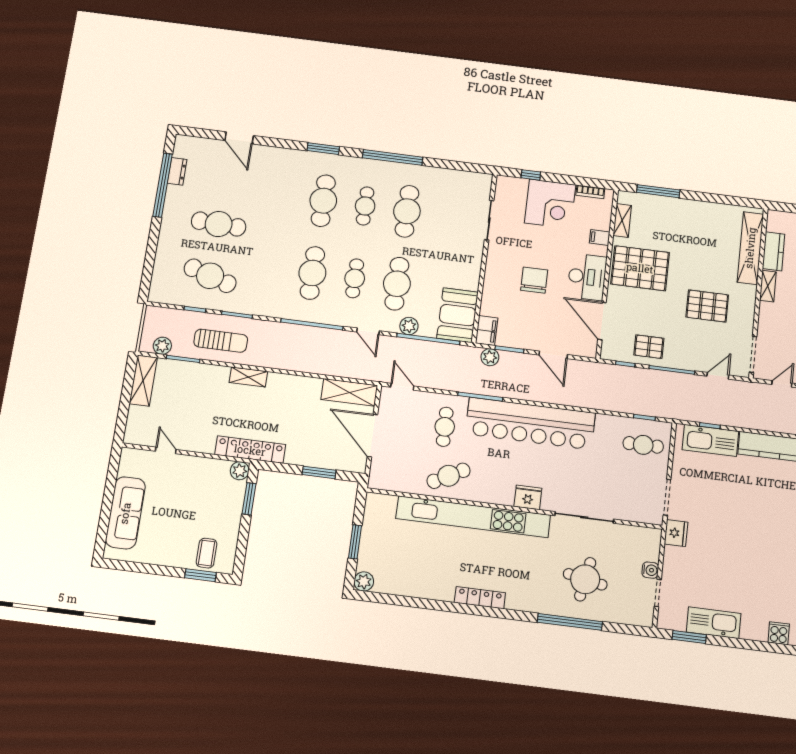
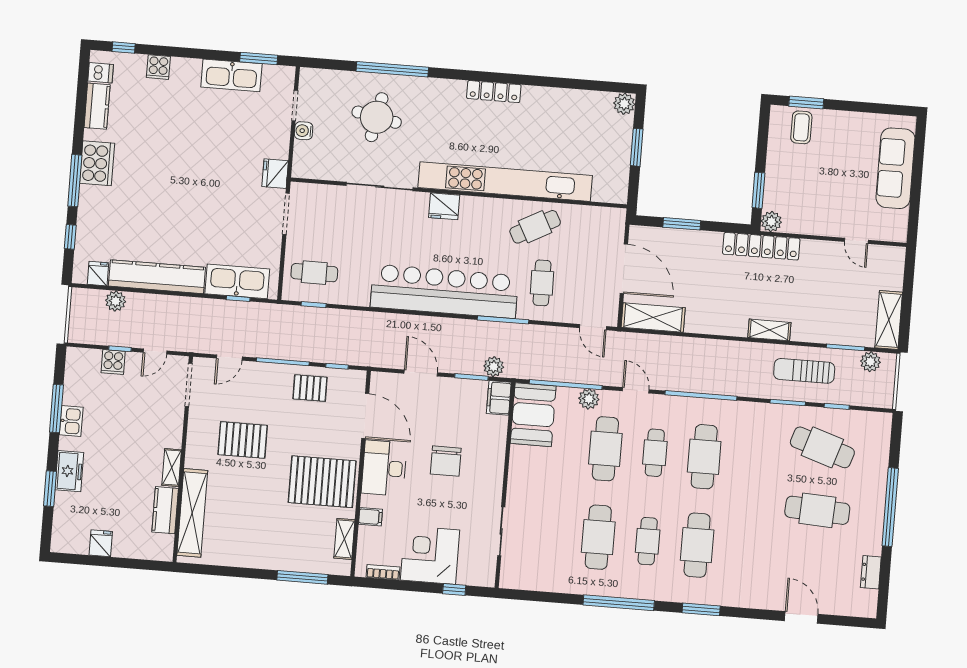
window: (163, 185) -> (890, 507), moved

